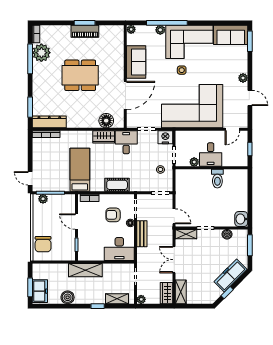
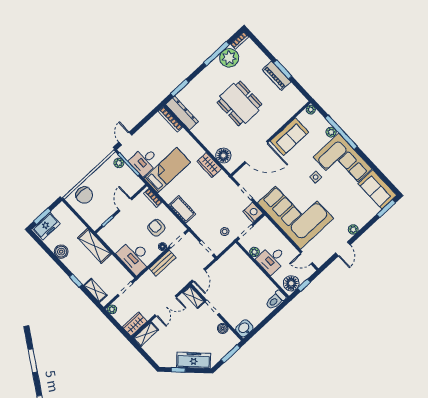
desk: (126, 142) -> (144, 161), moved, turned 180
floor lamp: (240, 157) -> (291, 283), added
toilet: (217, 179) -> (276, 300), moved
chair: (43, 244) -> (84, 195), turned -88
double door: (174, 260) -> (166, 306), swing flipped

